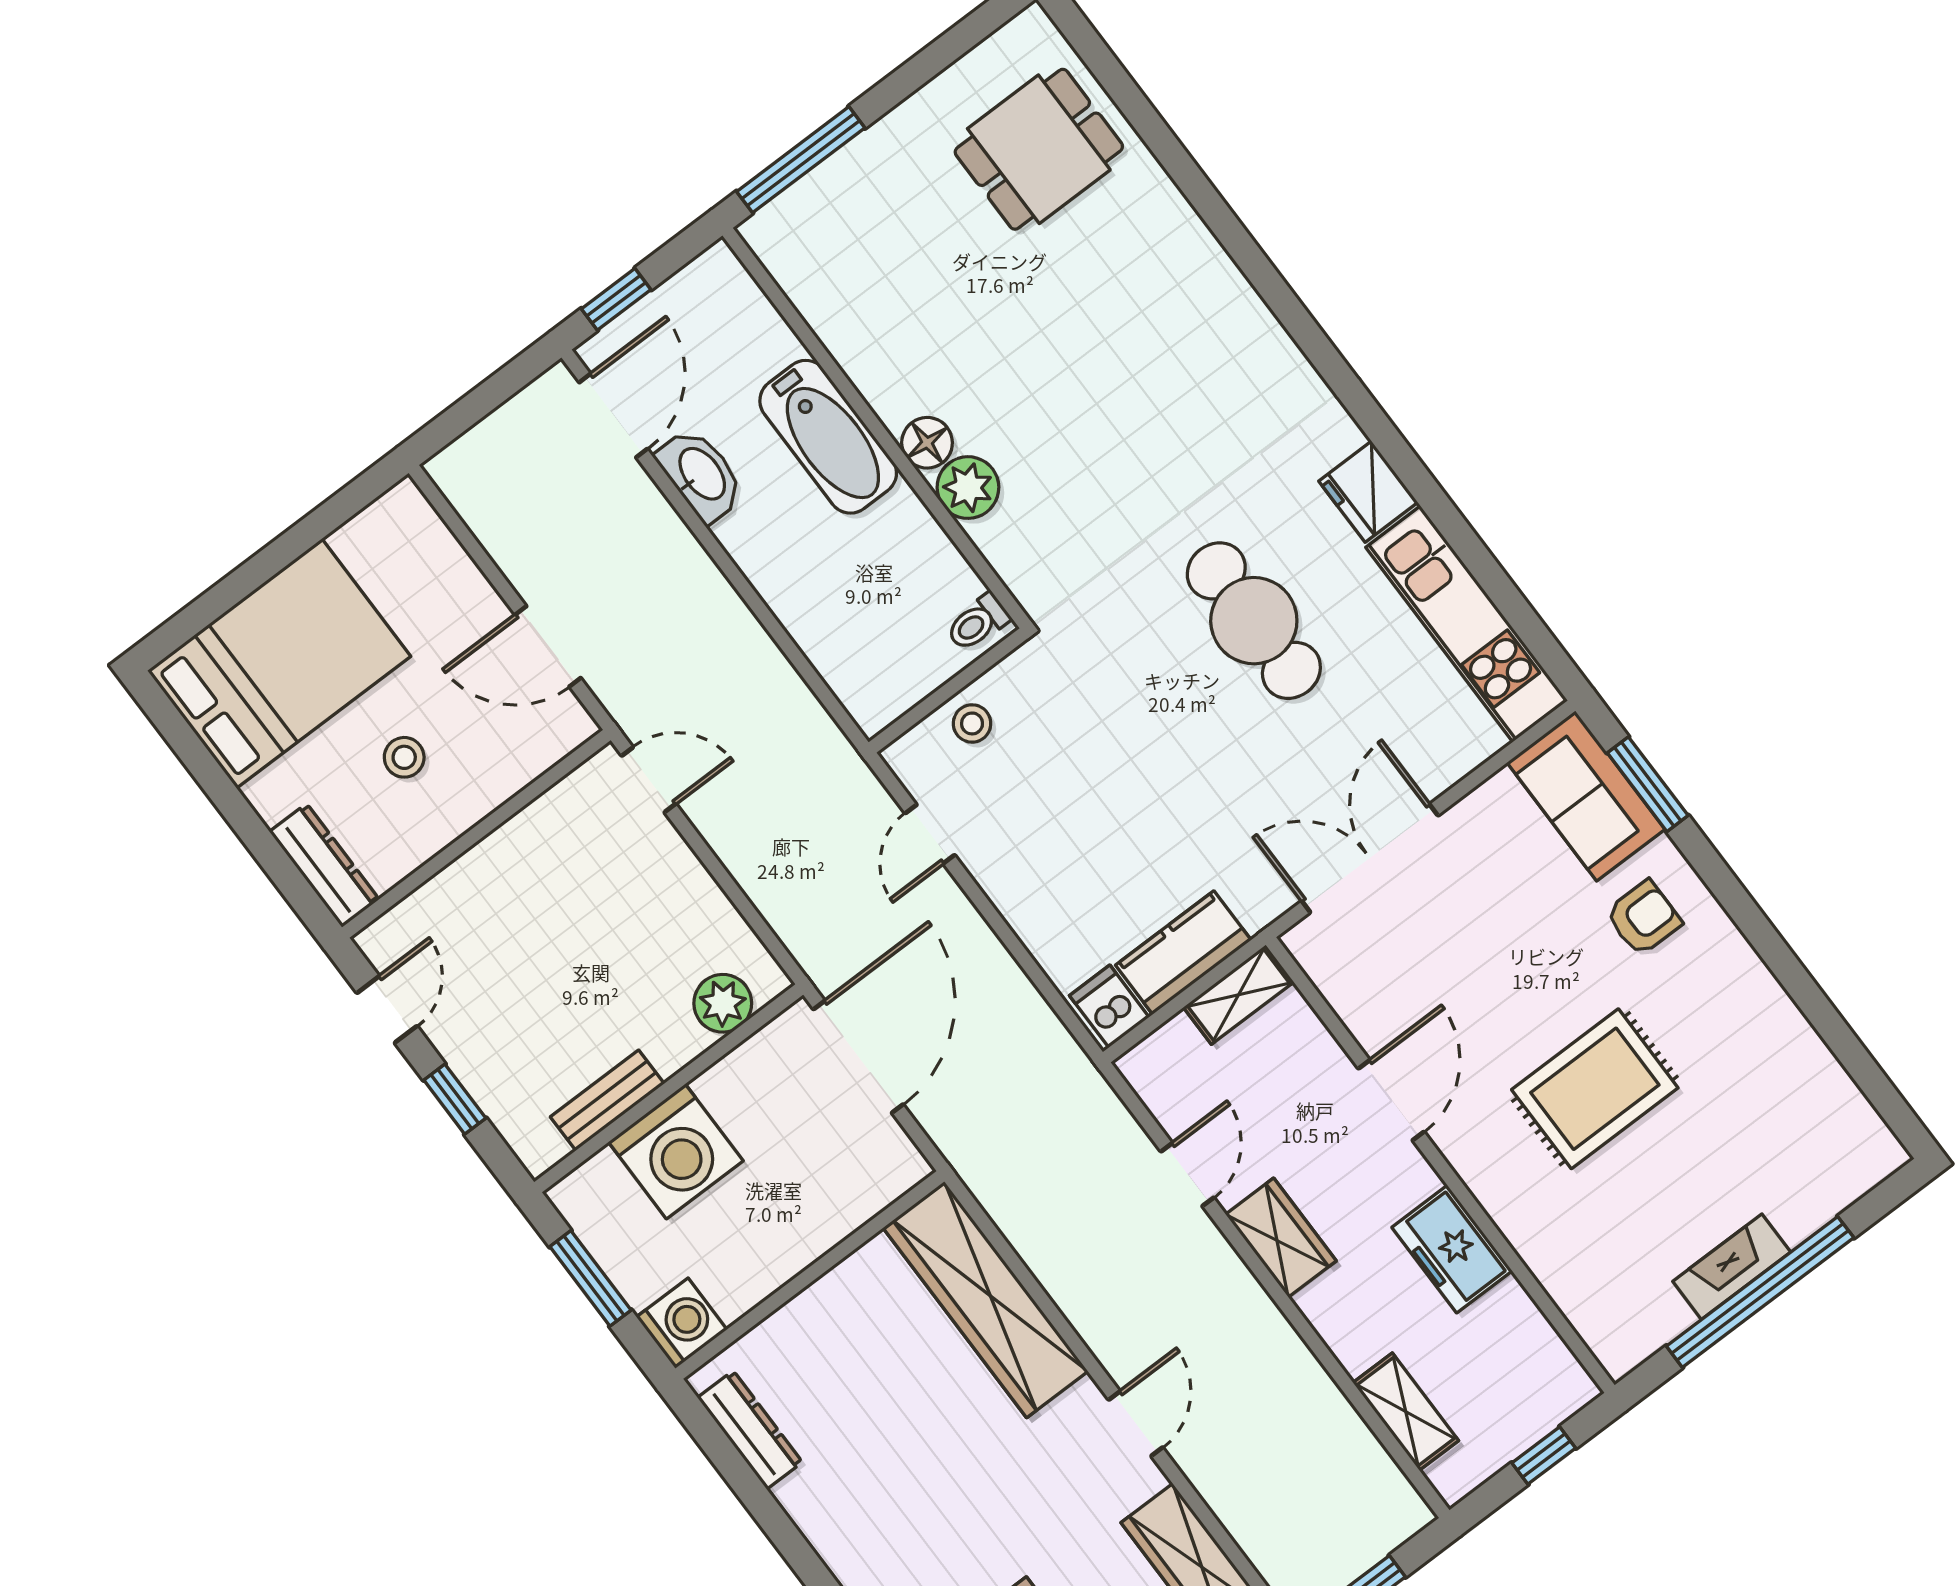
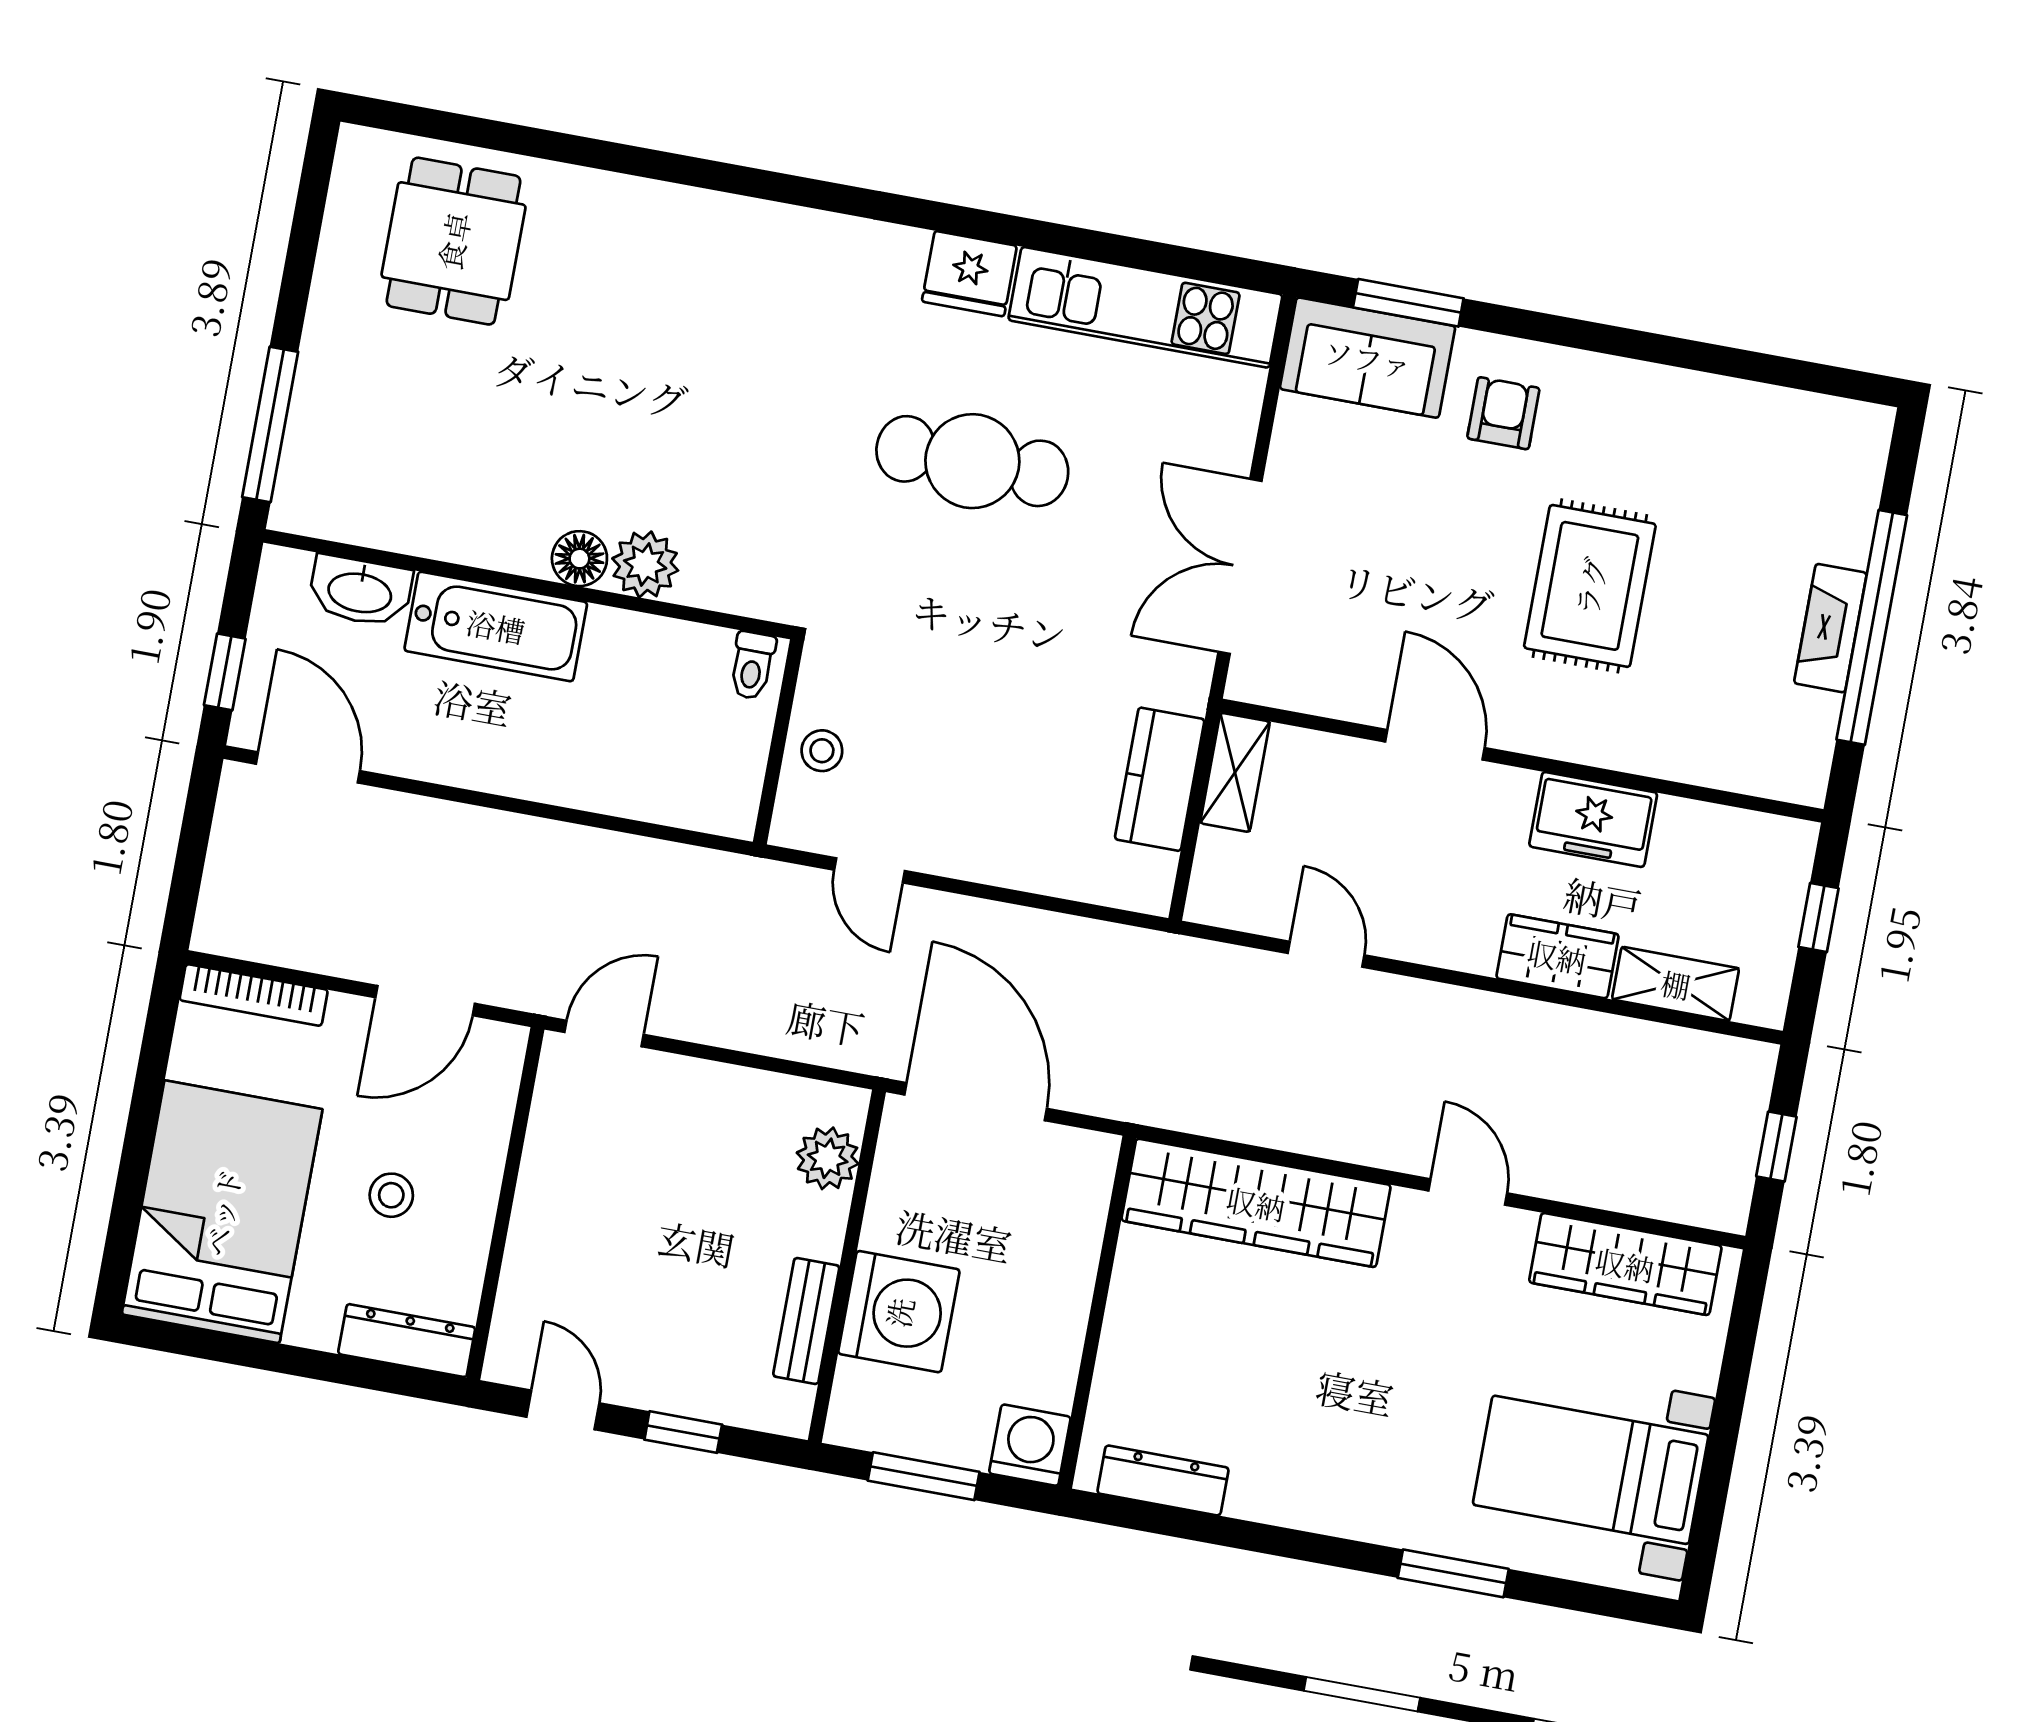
washbasin: (701, 475) -> (360, 591), moved, turned 180
bookcase: (435, 536) -> (254, 995), added
dishwasher: (1109, 1006) -> (1140, 877), removed
wardrobe: (1281, 1238) -> (1557, 956), moved

